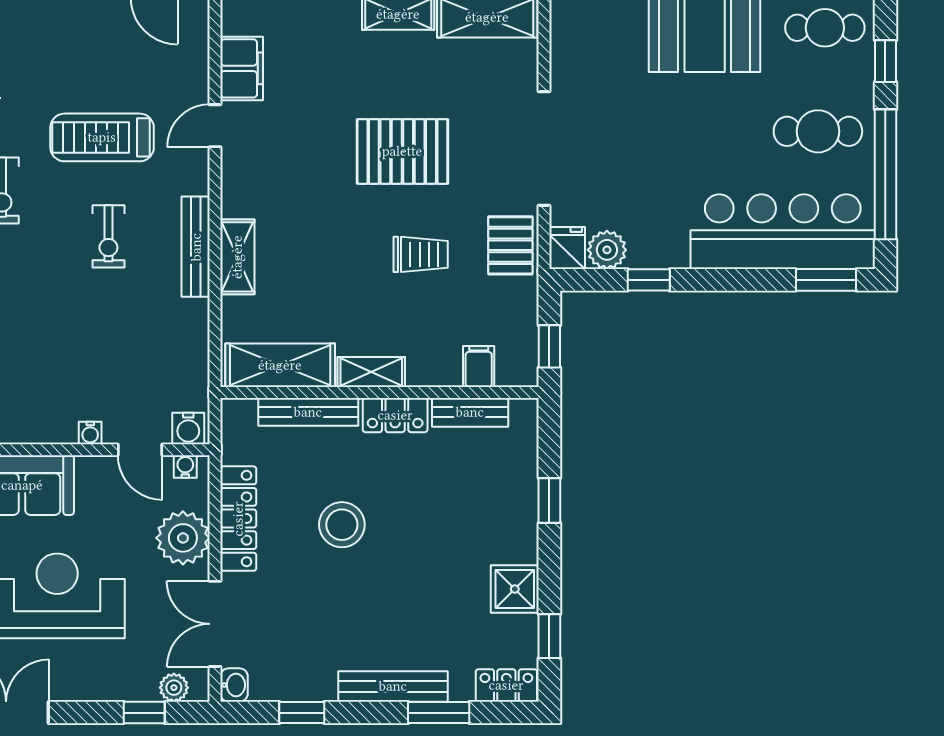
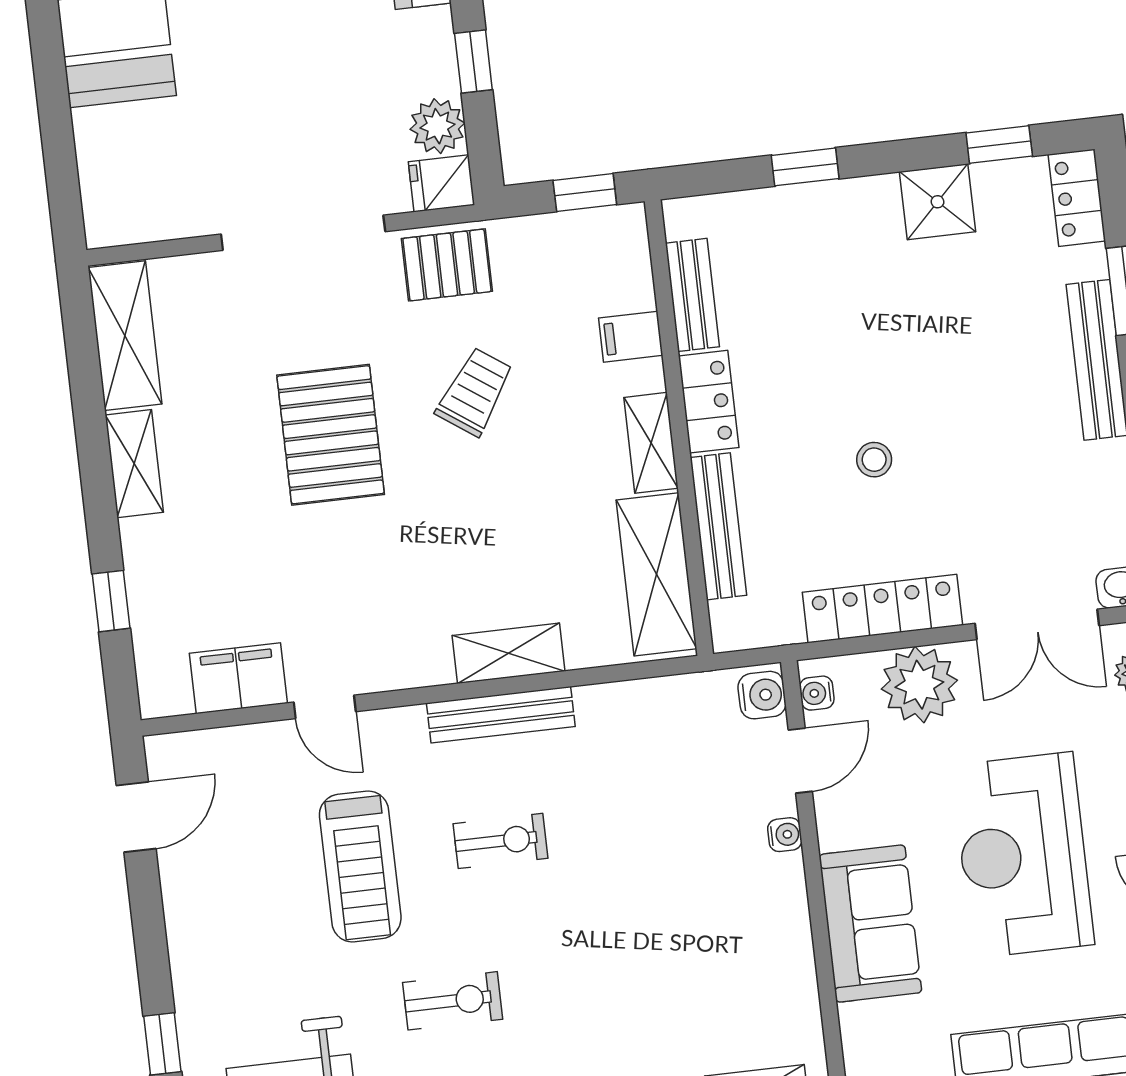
trolley: (421, 254) -> (475, 392), turned 35
filing cabinet: (479, 366) -> (631, 337), moved
stool: (342, 525) -> (874, 460), width x0.53, depth x0.53

